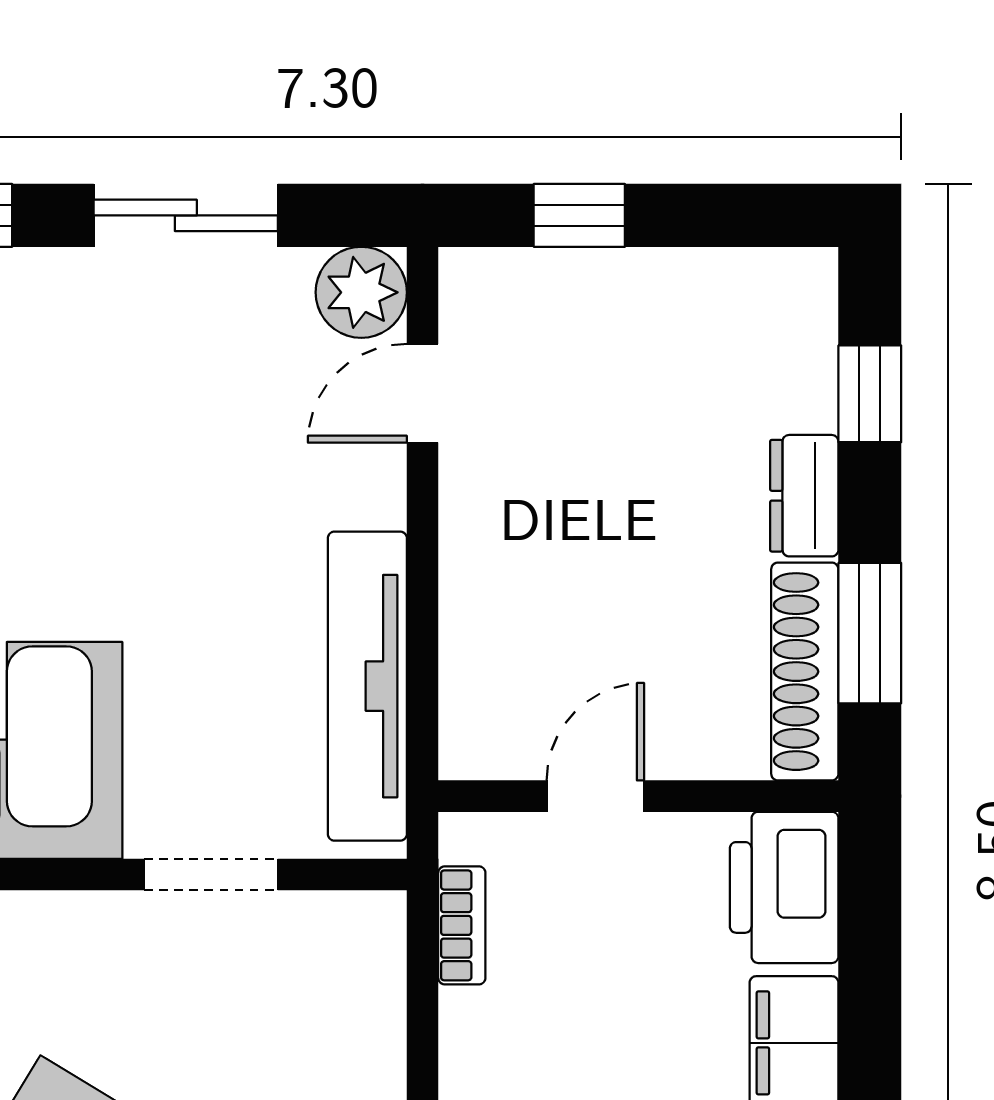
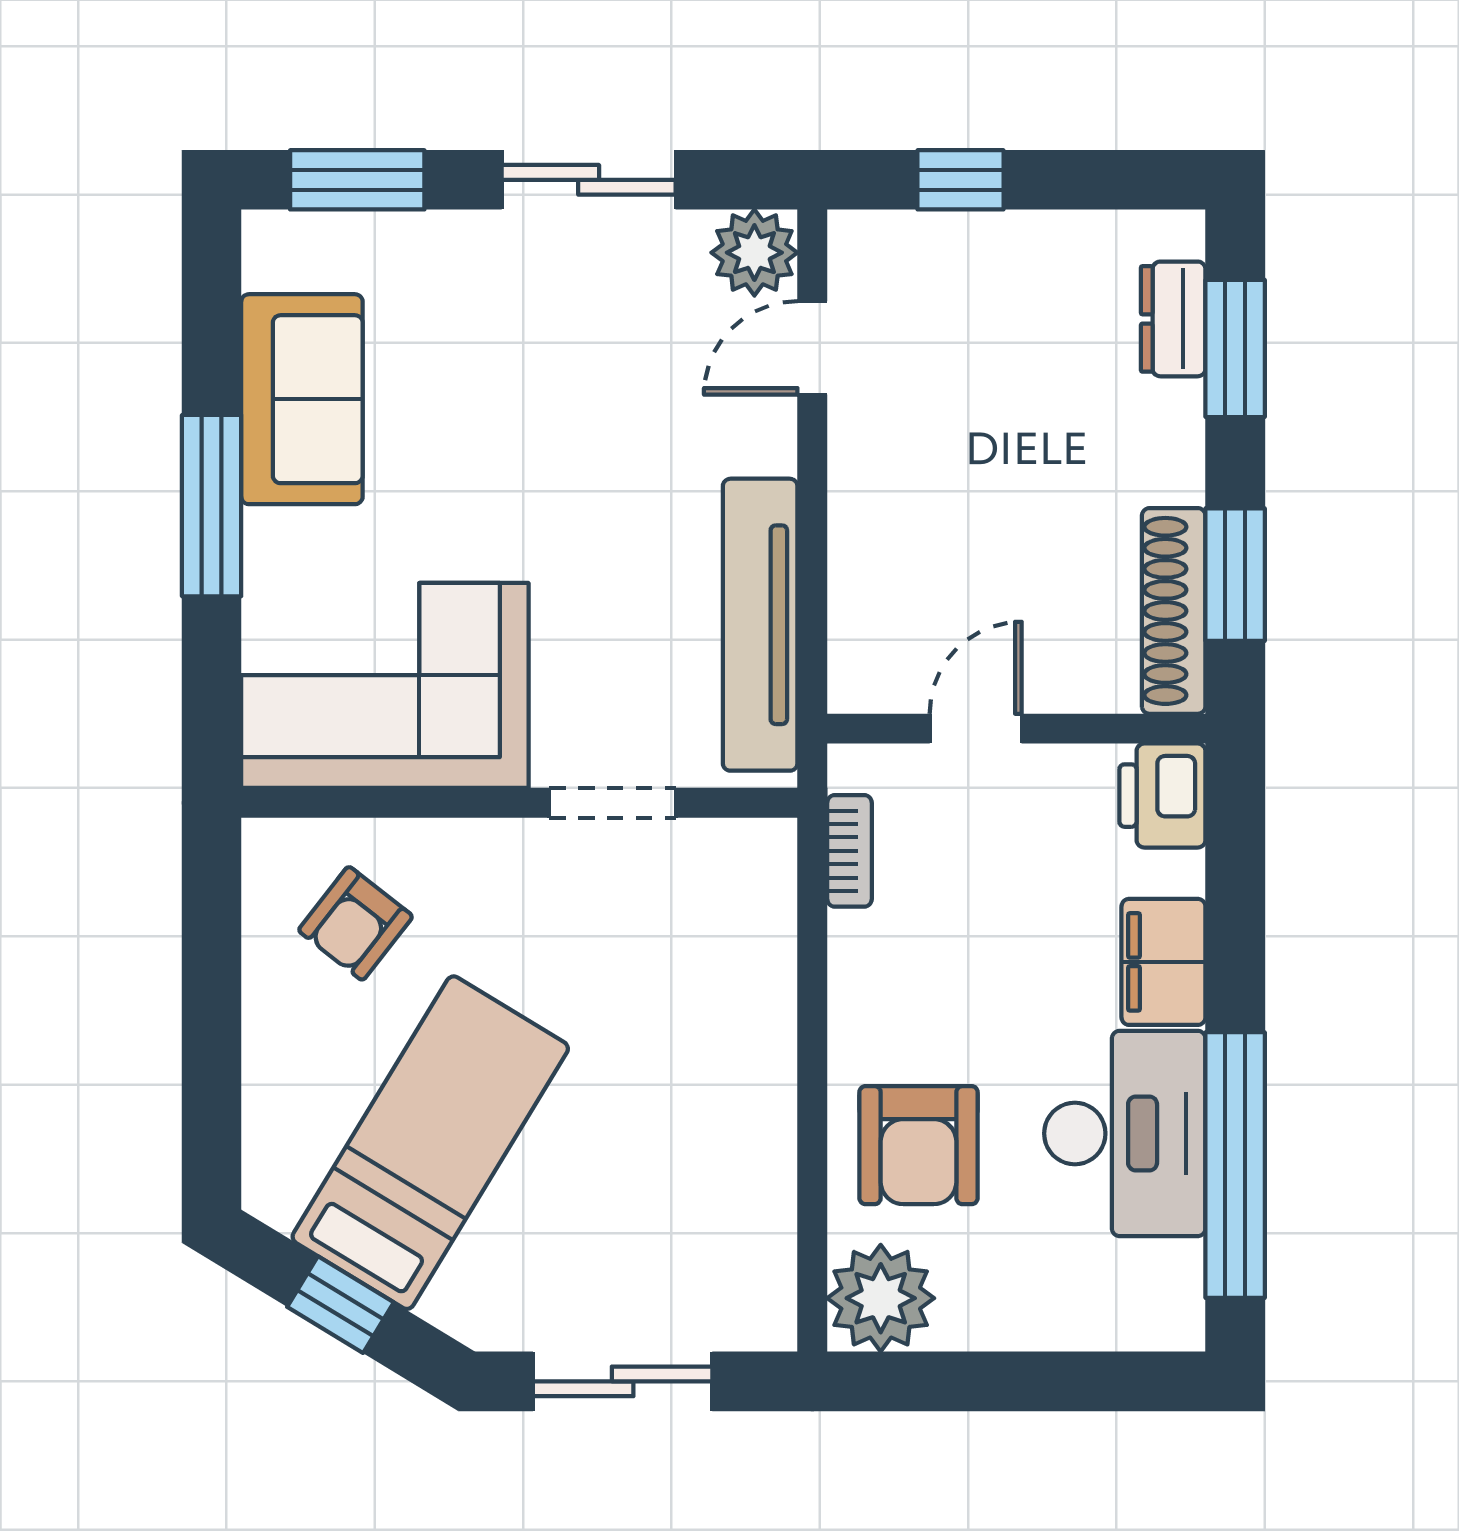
window: (870, 394) -> (1235, 348), width x1.50
dresser: (804, 496) -> (1173, 319), moved
printer: (784, 887) -> (1162, 796), width x0.73, depth x0.84

